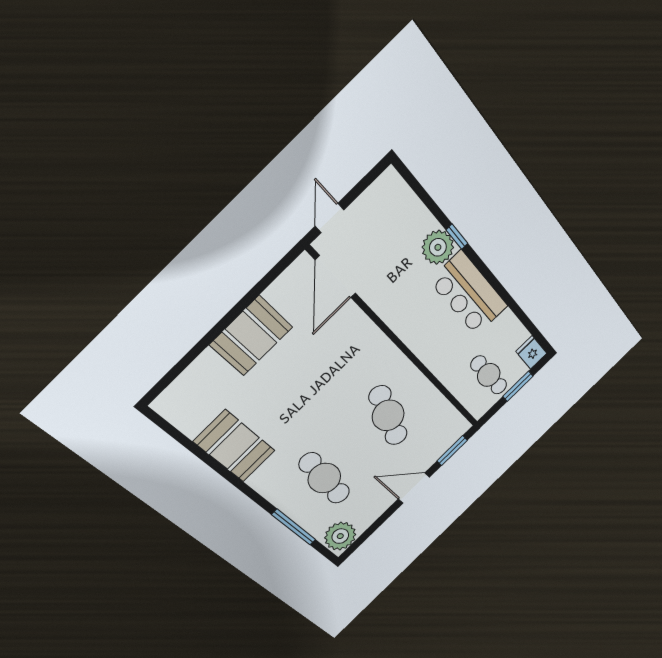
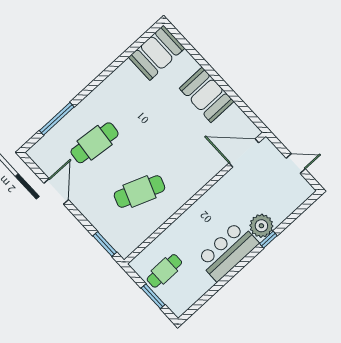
door: (330, 218) -> (296, 164), moved
fridge: (531, 352) -> (180, 305), removed
booth: (234, 446) -> (157, 53), moved
door: (414, 488) -> (56, 191), moved
plant: (340, 536) -> (43, 154), removed

